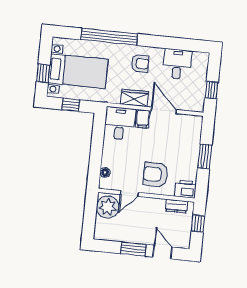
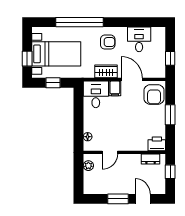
armchair: (156, 174) -> (154, 94), moved, turned -90
plant: (108, 207) -> (88, 166), width x0.53, depth x0.53

